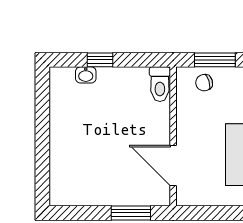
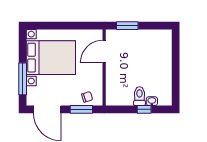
toilet: (160, 84) -> (140, 96), moved
door: (173, 166) -> (104, 52), swing flipped

